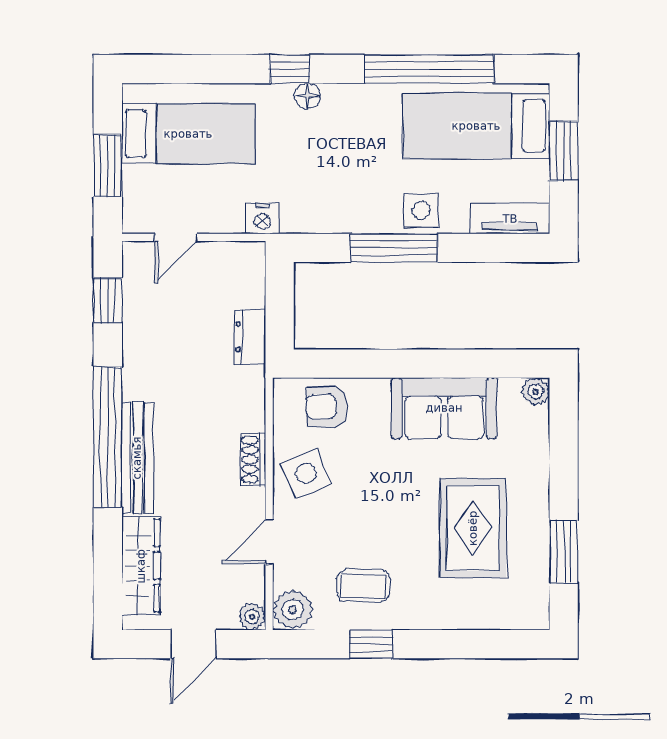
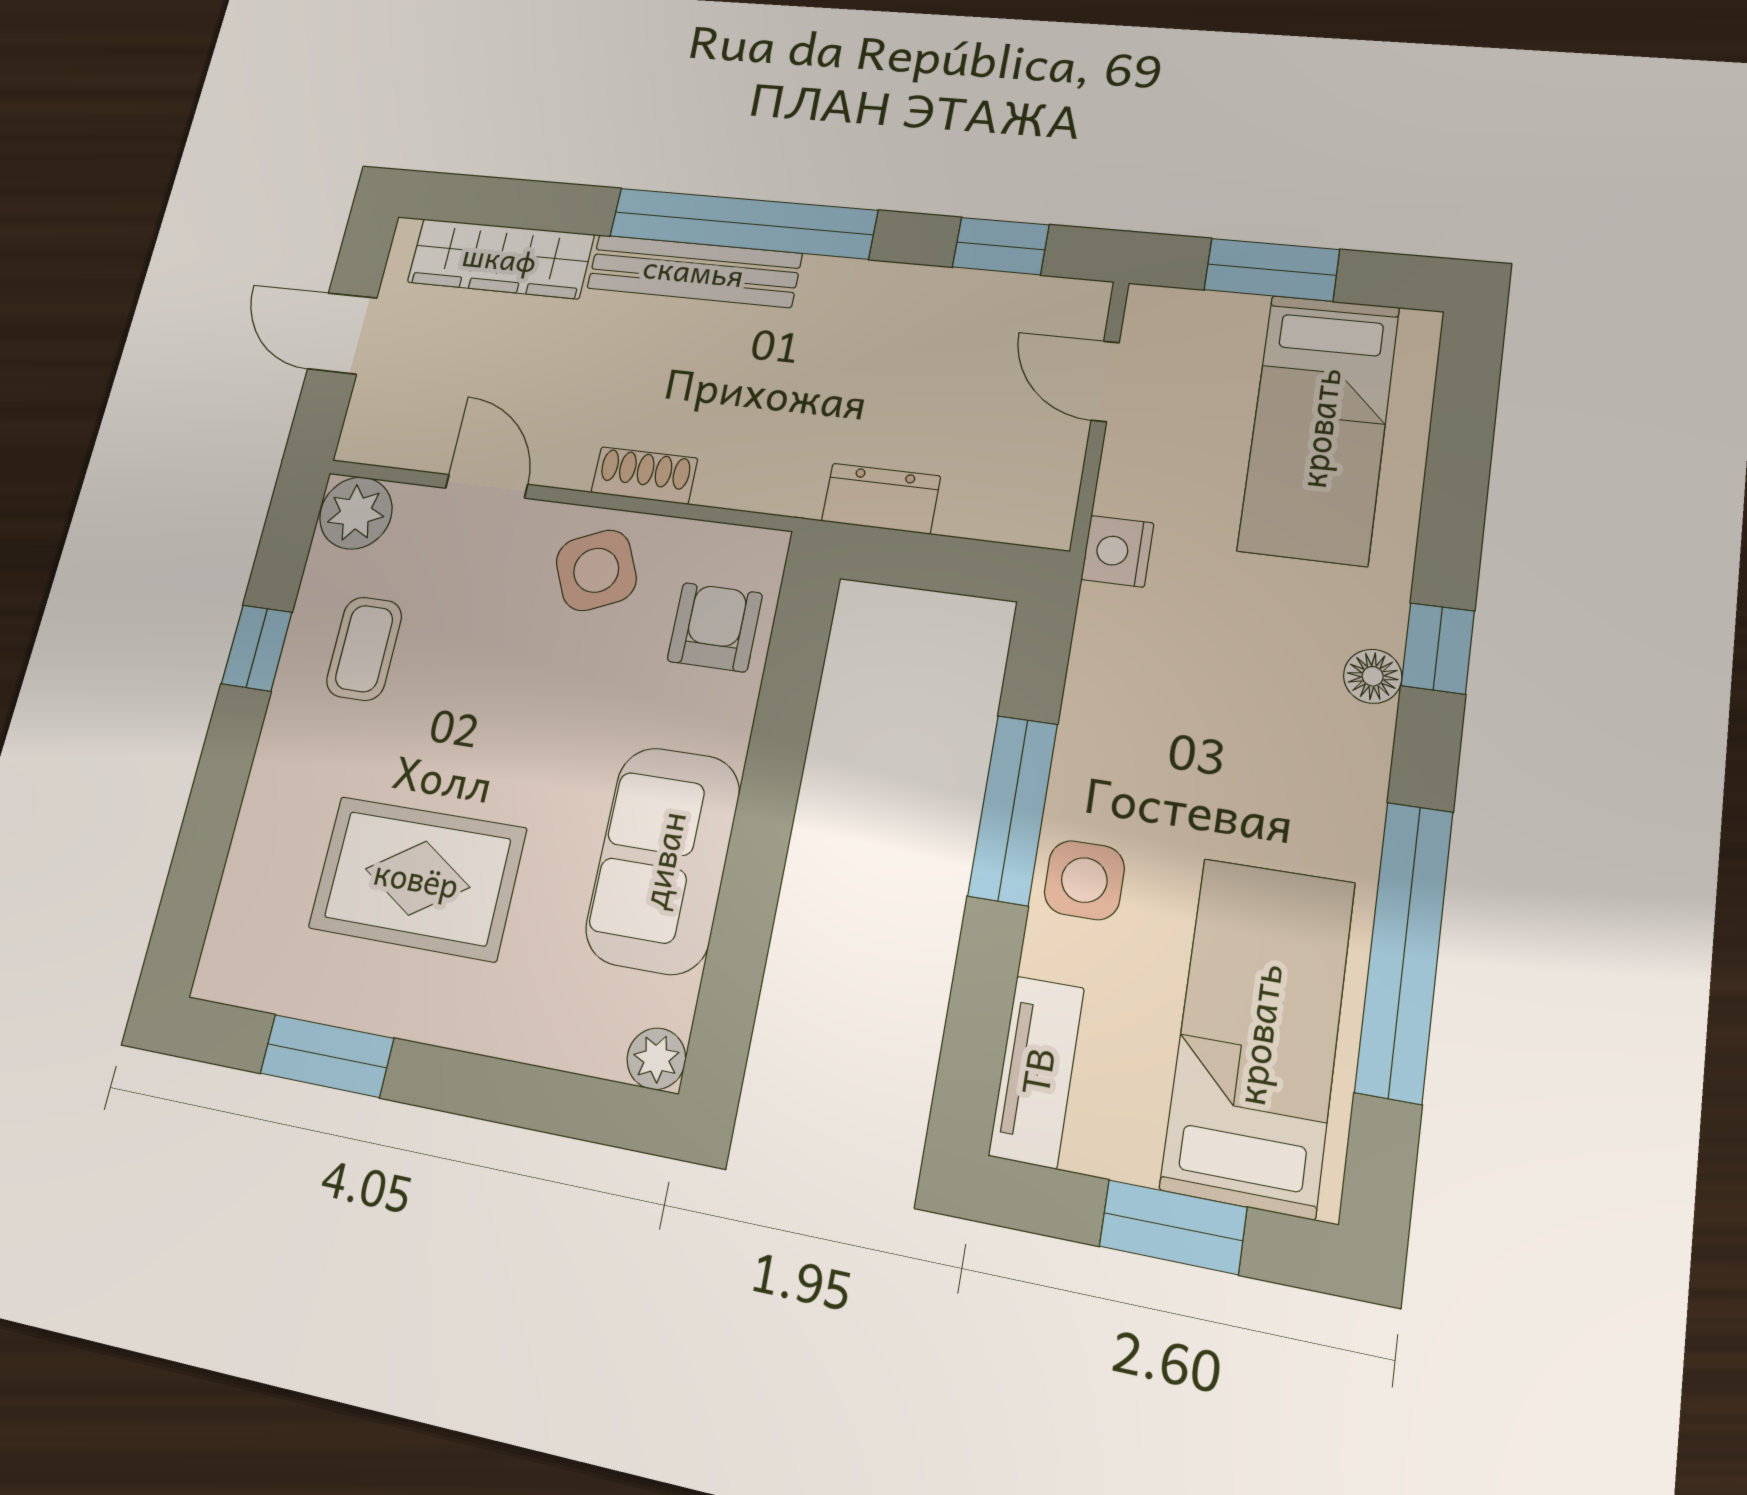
plant: (252, 617) -> (362, 440), removed

